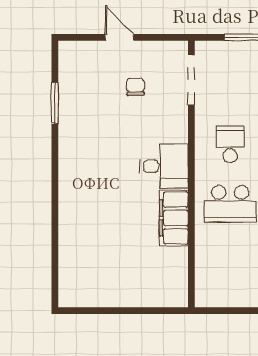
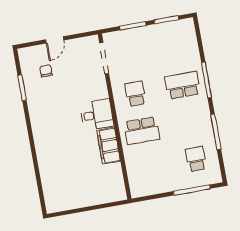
door: (119, 37) -> (55, 40), swing flipped
chair: (135, 87) -> (46, 71), moved

